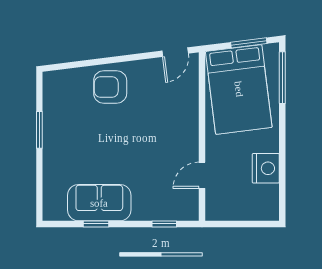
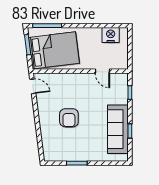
armchair: (110, 87) -> (69, 118), moved
nightstand: (266, 168) -> (111, 35), moved
sofa: (99, 203) -> (118, 129), width x1.36

